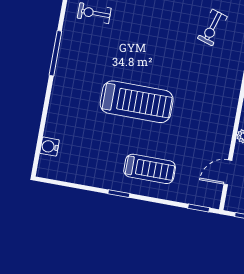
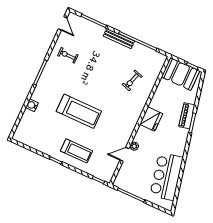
water cooler: (49, 147) -> (32, 105), moved
door: (228, 172) -> (124, 154), moved

